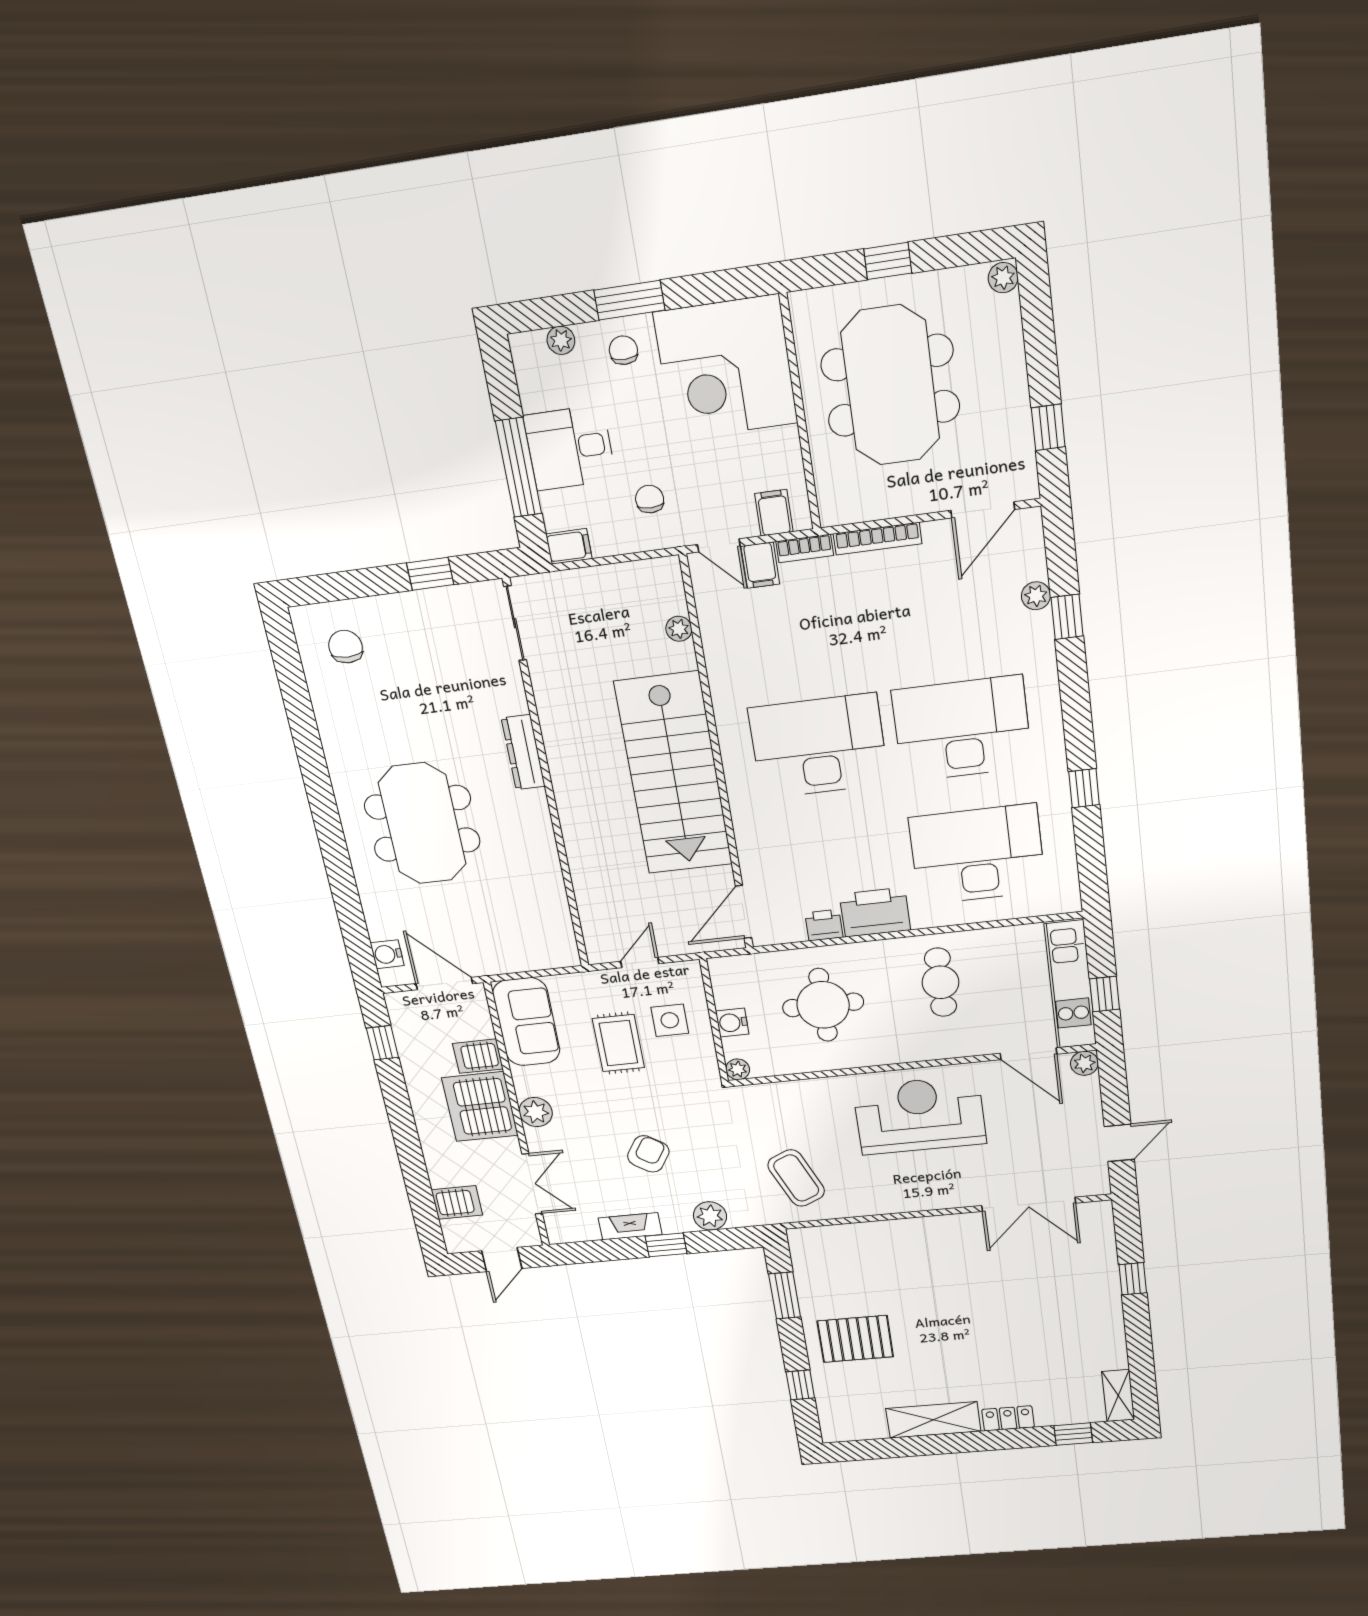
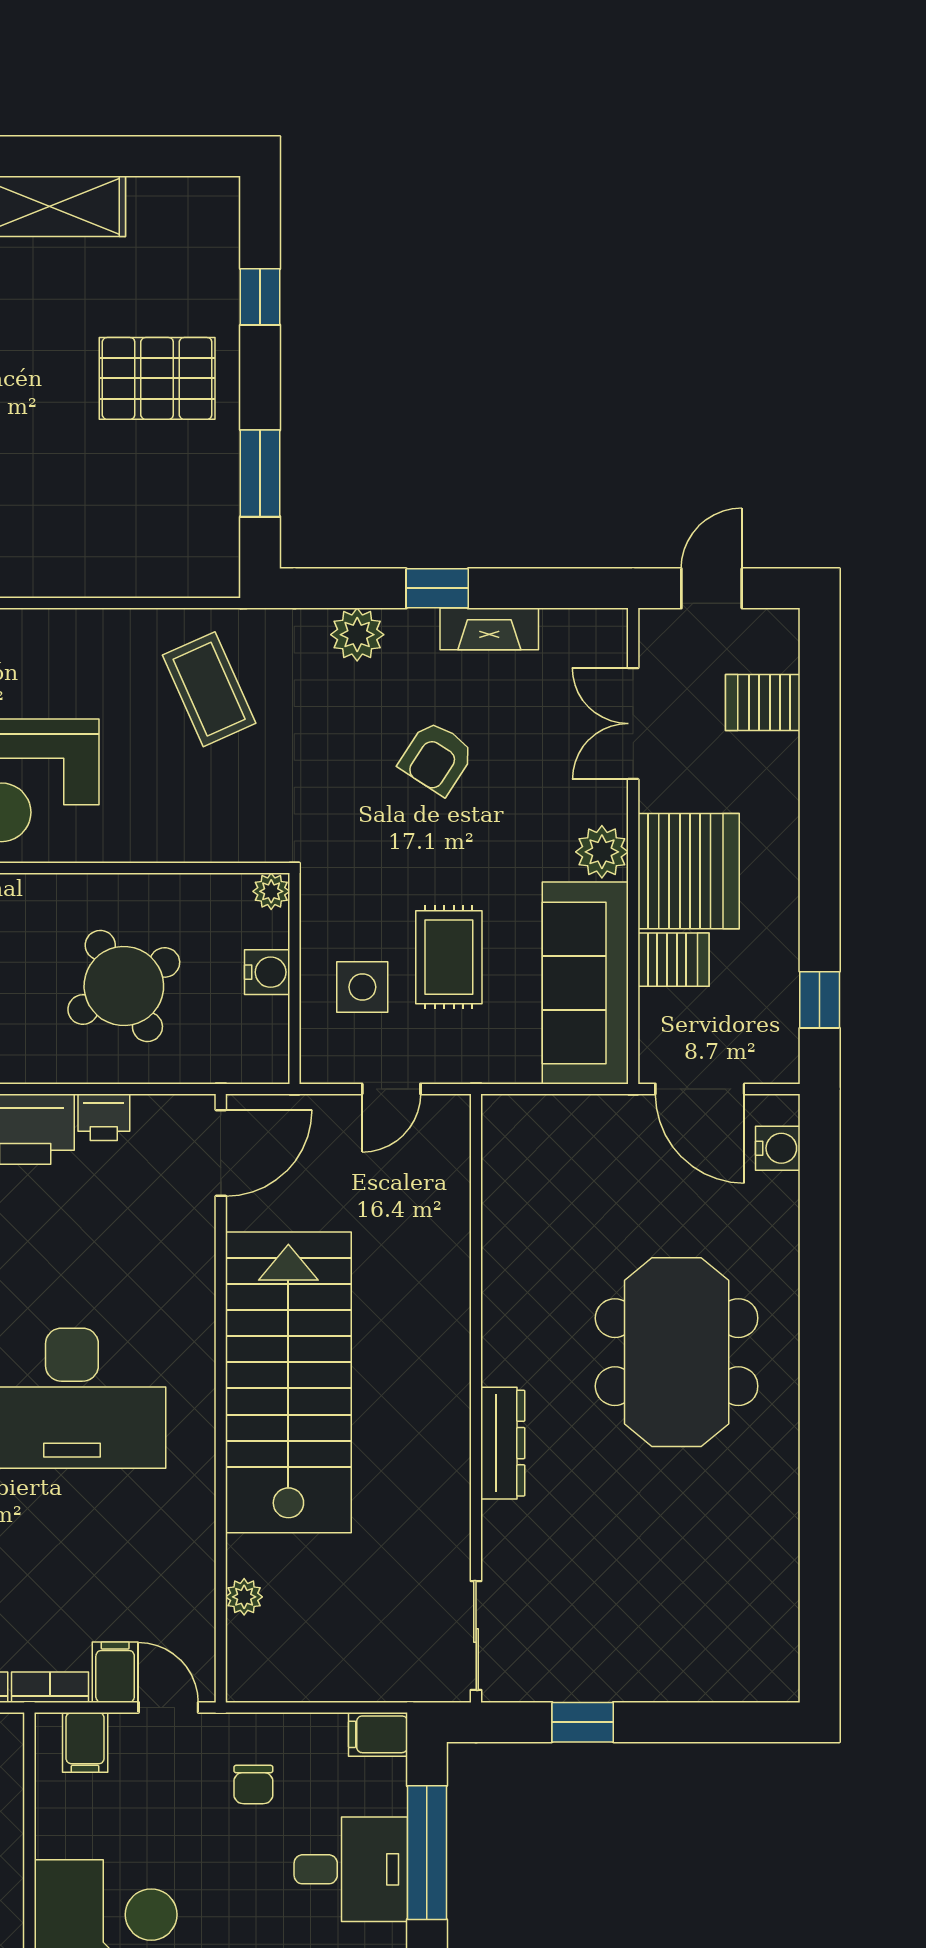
chair: (346, 647) -> (729, 1634), removed
round table: (823, 1005) -> (124, 986), turned -30
sofa: (526, 1022) -> (585, 983), width x1.36

